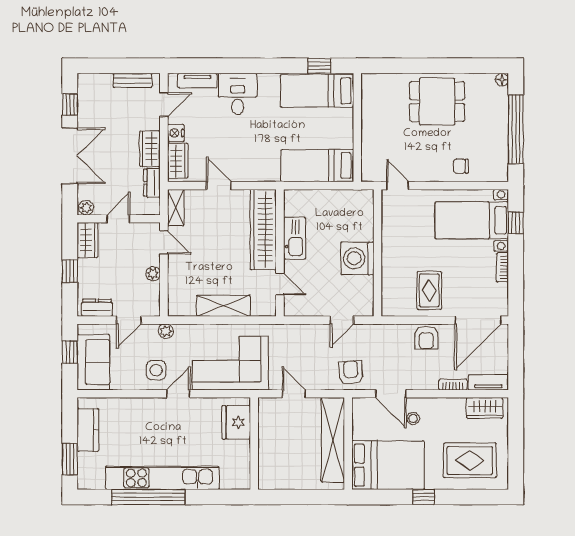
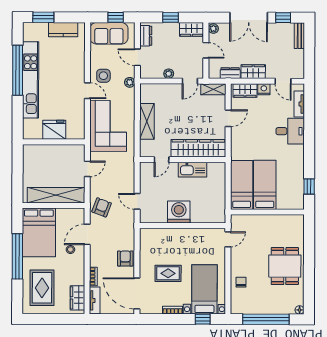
bench: (132, 80) -> (299, 36), moved
bed: (317, 91) -> (265, 185), moved
rug: (429, 290) -> (168, 273), moved
armchair: (426, 337) -> (125, 259), turned 90
armchair: (351, 373) -> (102, 207), turned -66
fridge: (236, 422) -> (54, 130), moved
window: (423, 497) -> (17, 256), width x3.17

